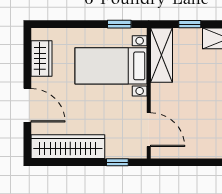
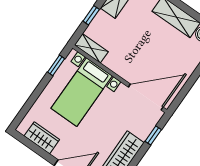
shelving: (161, 55) -> (91, 48), width x0.67, depth x0.75
door: (149, 130) -> (146, 97), width x1.36

